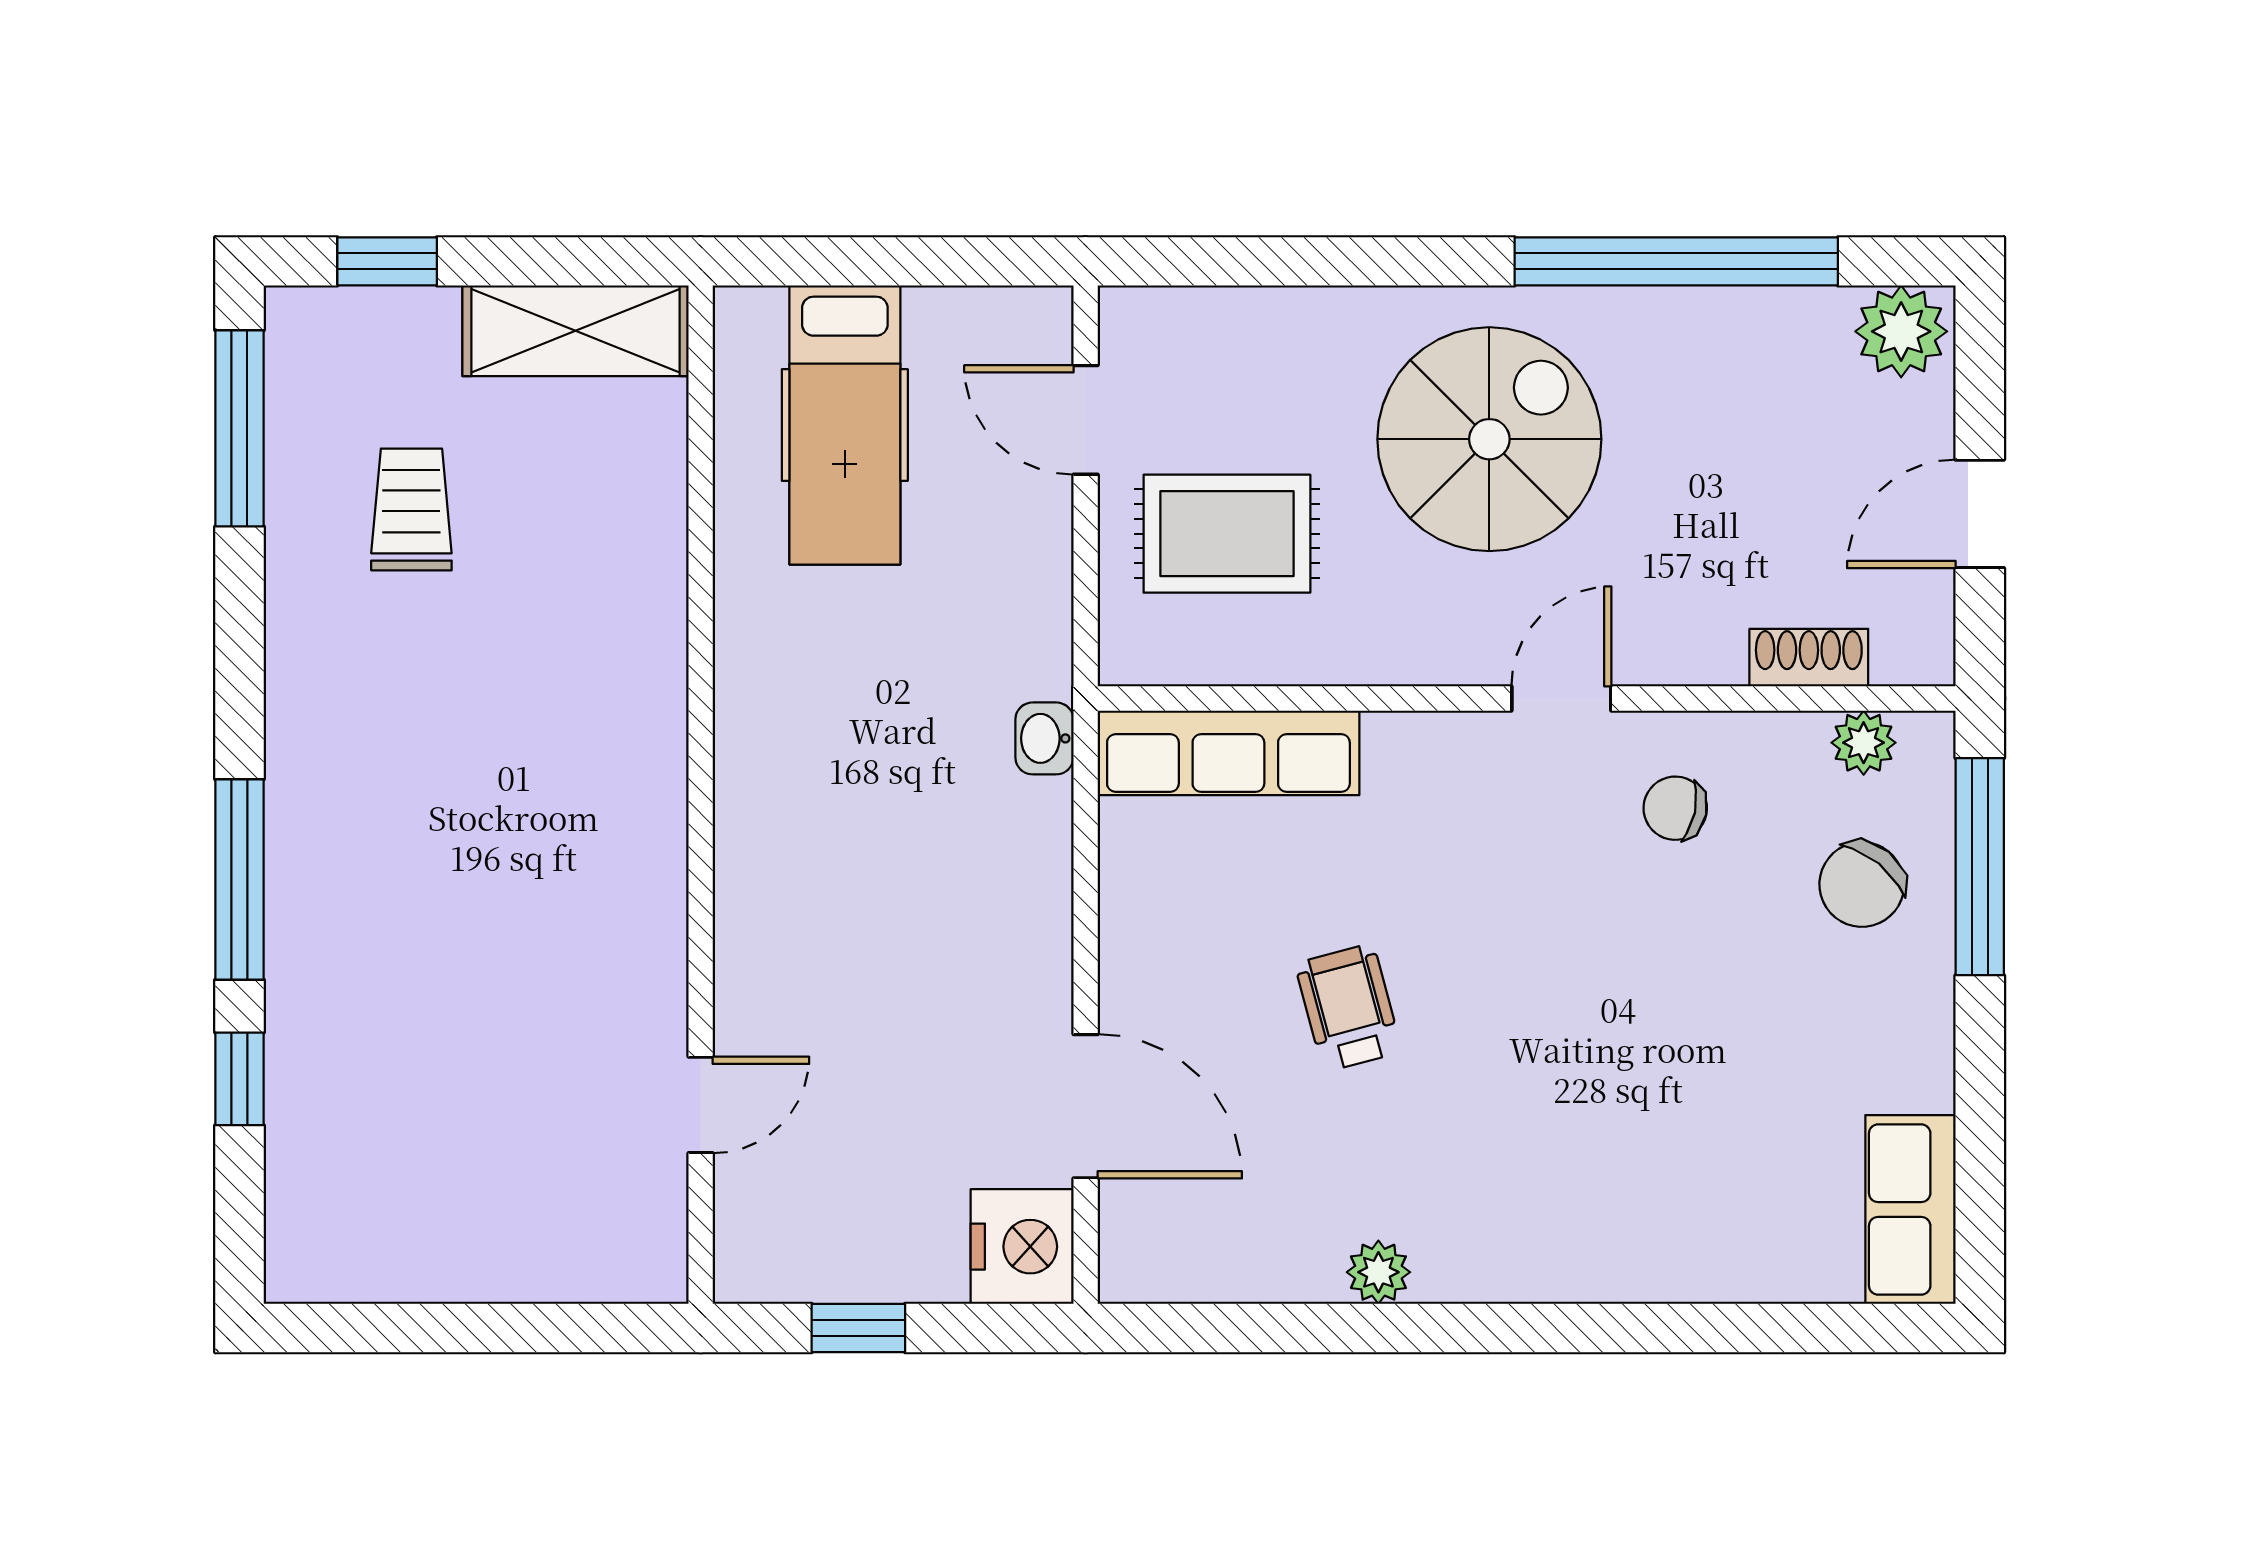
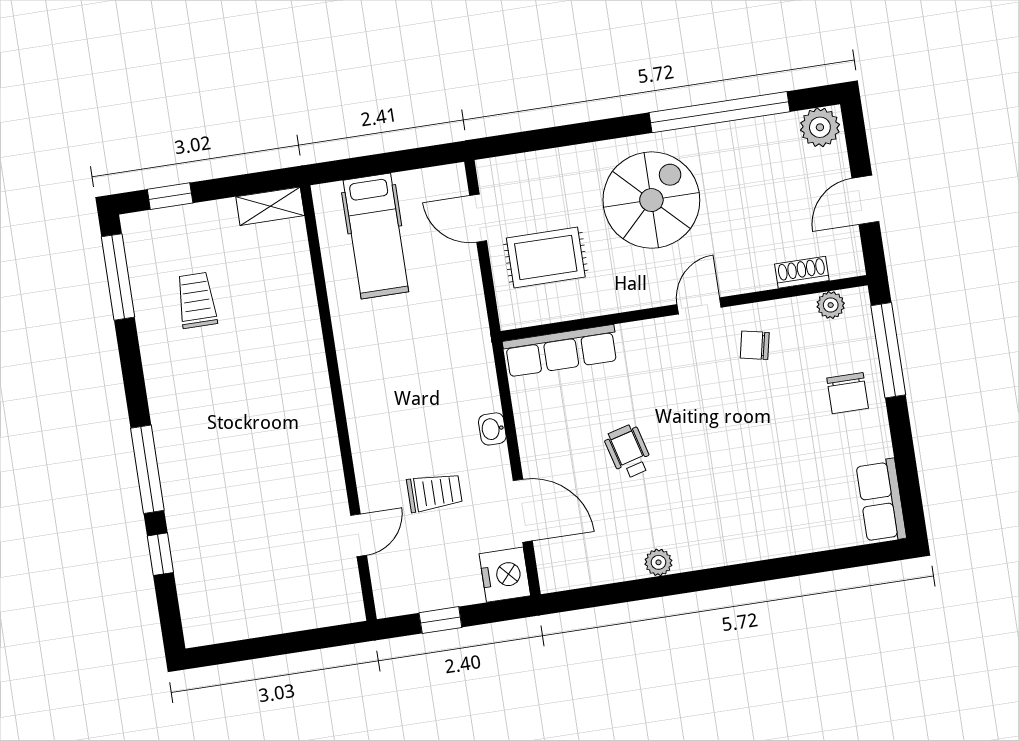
shelving: (575, 331) -> (270, 206), width x0.67, depth x0.75
washbasin: (1044, 738) -> (492, 429), moved
chair: (1862, 884) -> (848, 393), moved, turned -39
trolley: (889, 1033) -> (434, 492), added

